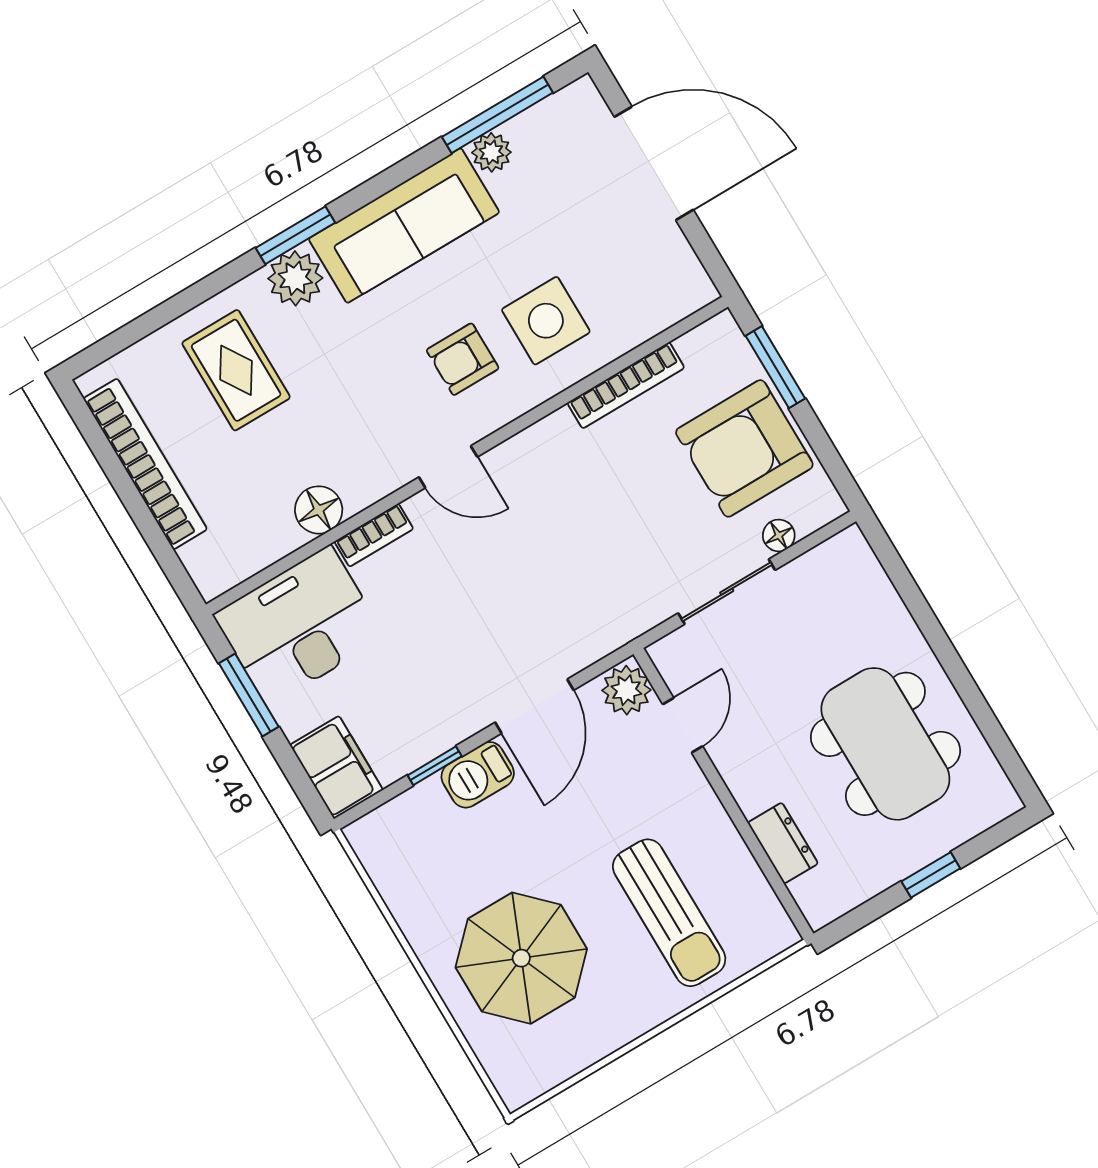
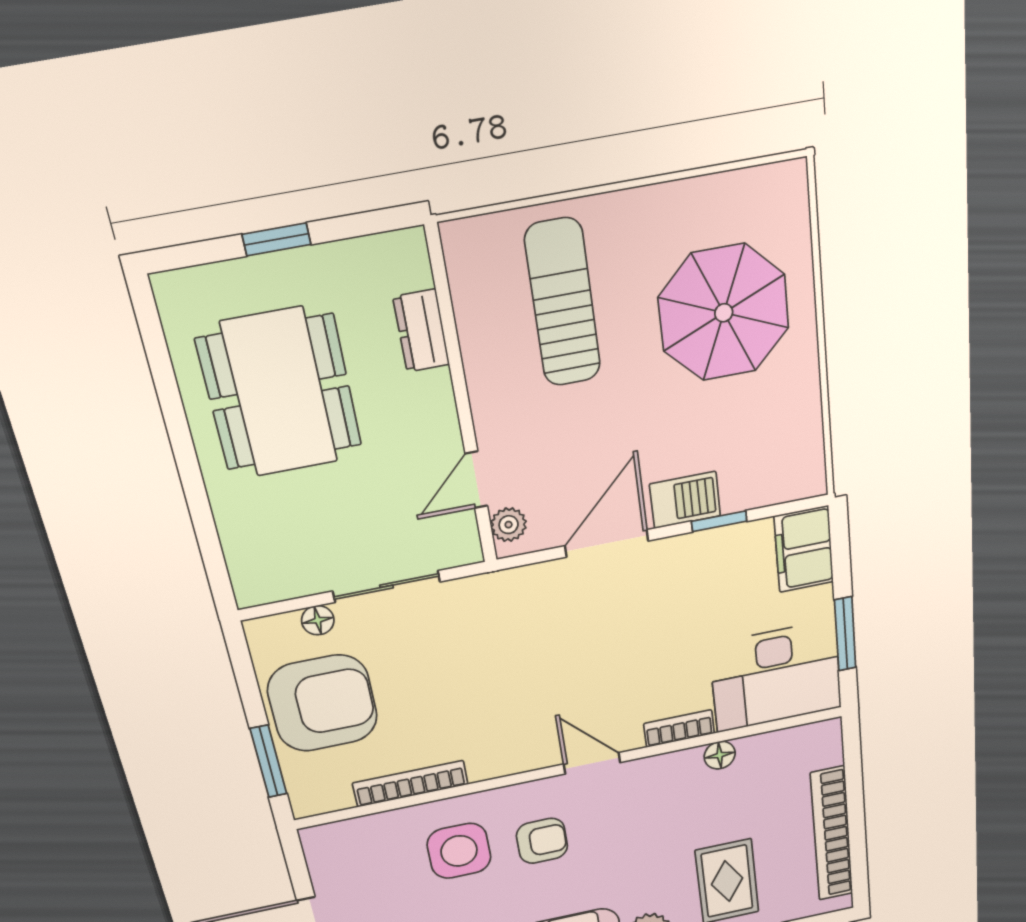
floor lamp: (319, 510) -> (720, 755), width x0.73, depth x0.73
plant: (626, 690) -> (509, 525), width x0.73, depth x0.73

